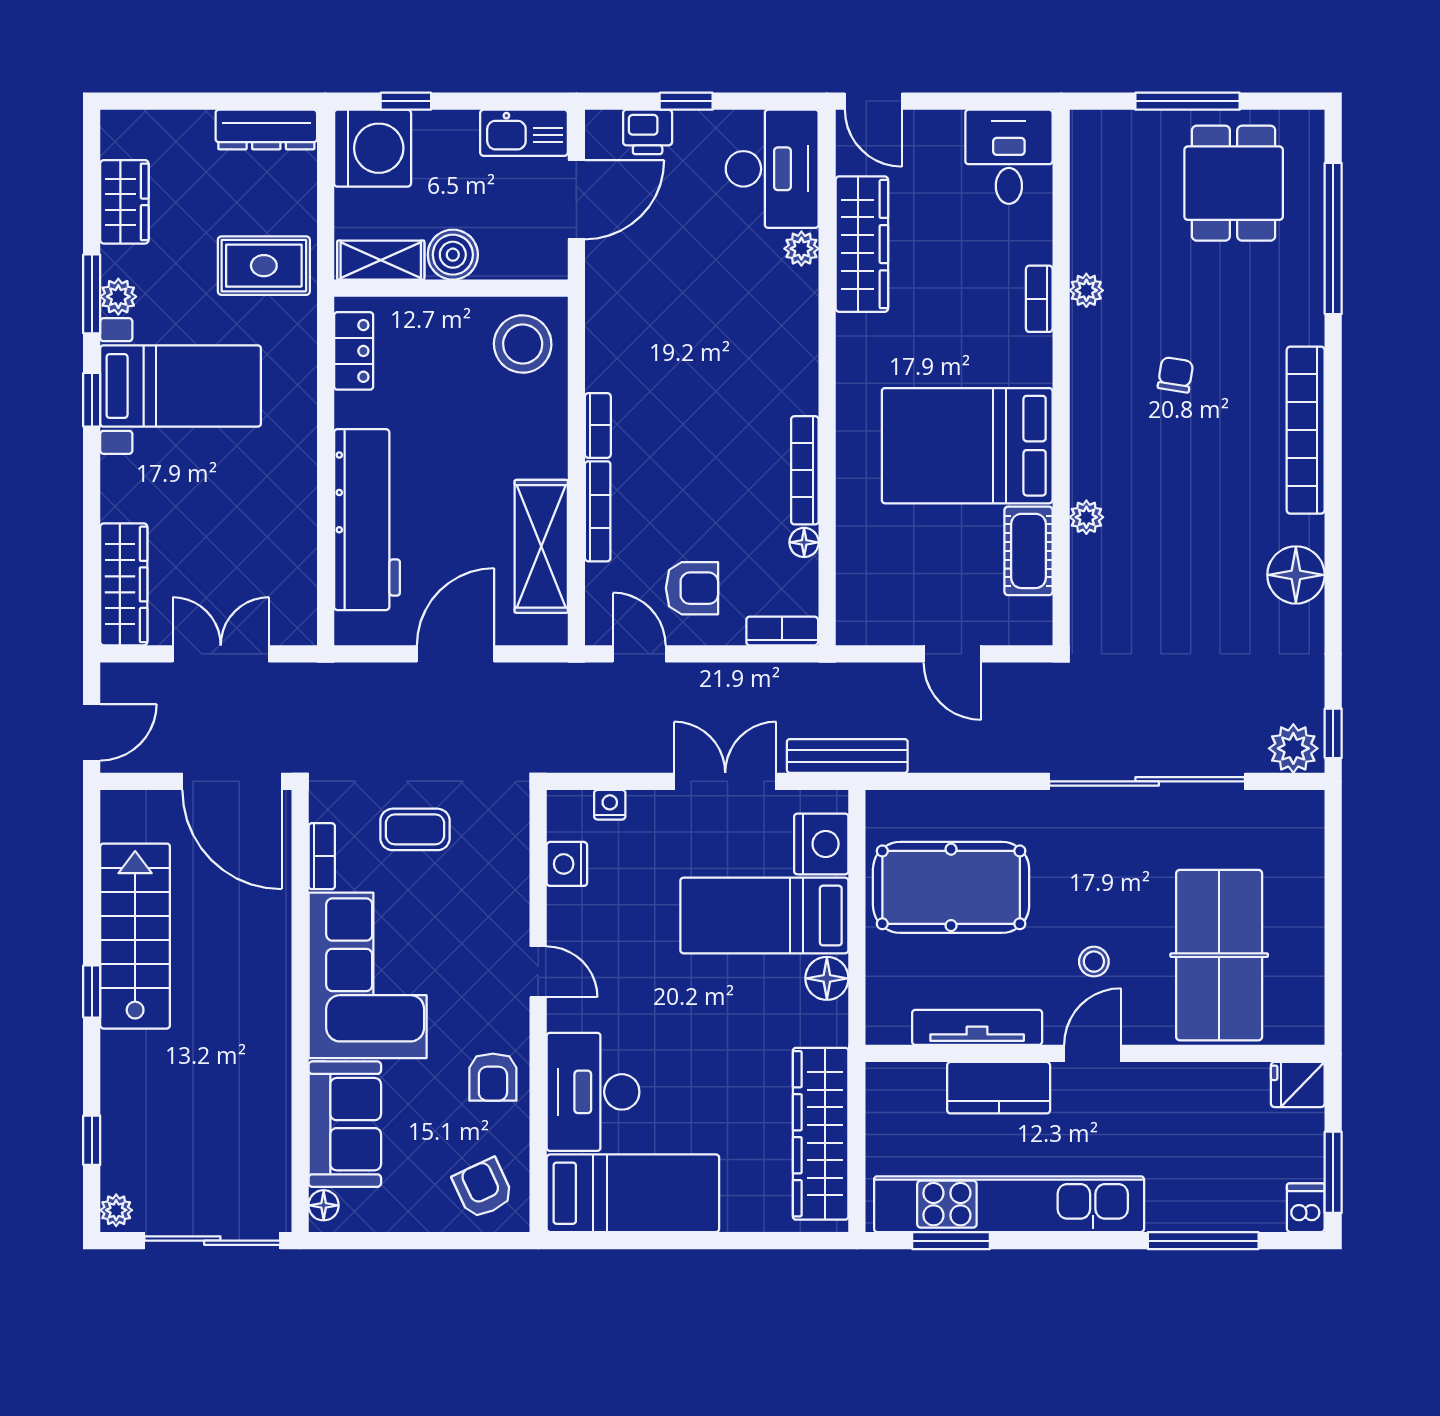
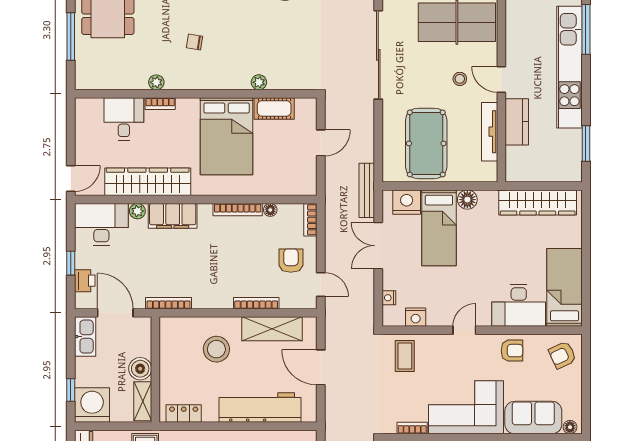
desk: (1009, 157) -> (124, 119), moved, turned 90
wardrobe: (862, 244) -> (148, 182), width x1.40, depth x1.17
filing cabinet: (791, 327) -> (173, 216), added
stool: (523, 344) -> (216, 349), moved
bookcase: (598, 425) -> (168, 303), moved, width x1.56
door: (639, 654) -> (321, 284), swing flipped
coffee table: (415, 829) -> (405, 356), moved
kitchen unit: (1009, 1204) -> (569, 67), moved

